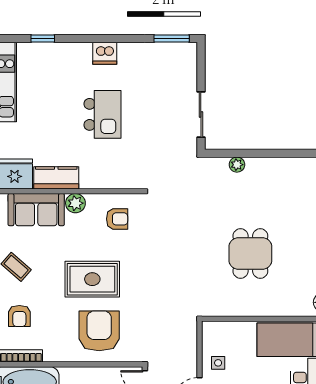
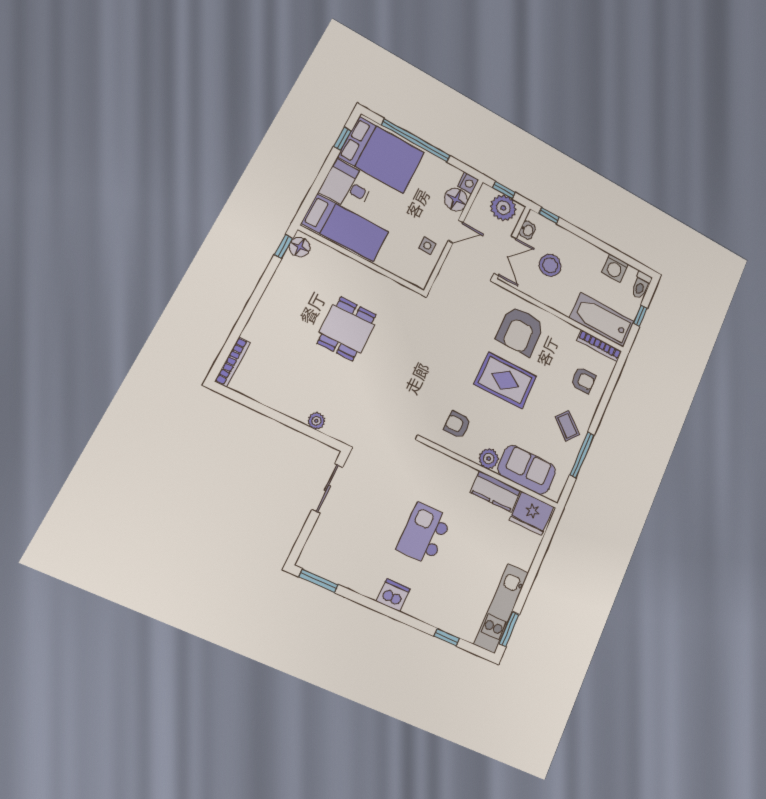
armchair: (19, 316) -> (583, 380), turned 90

